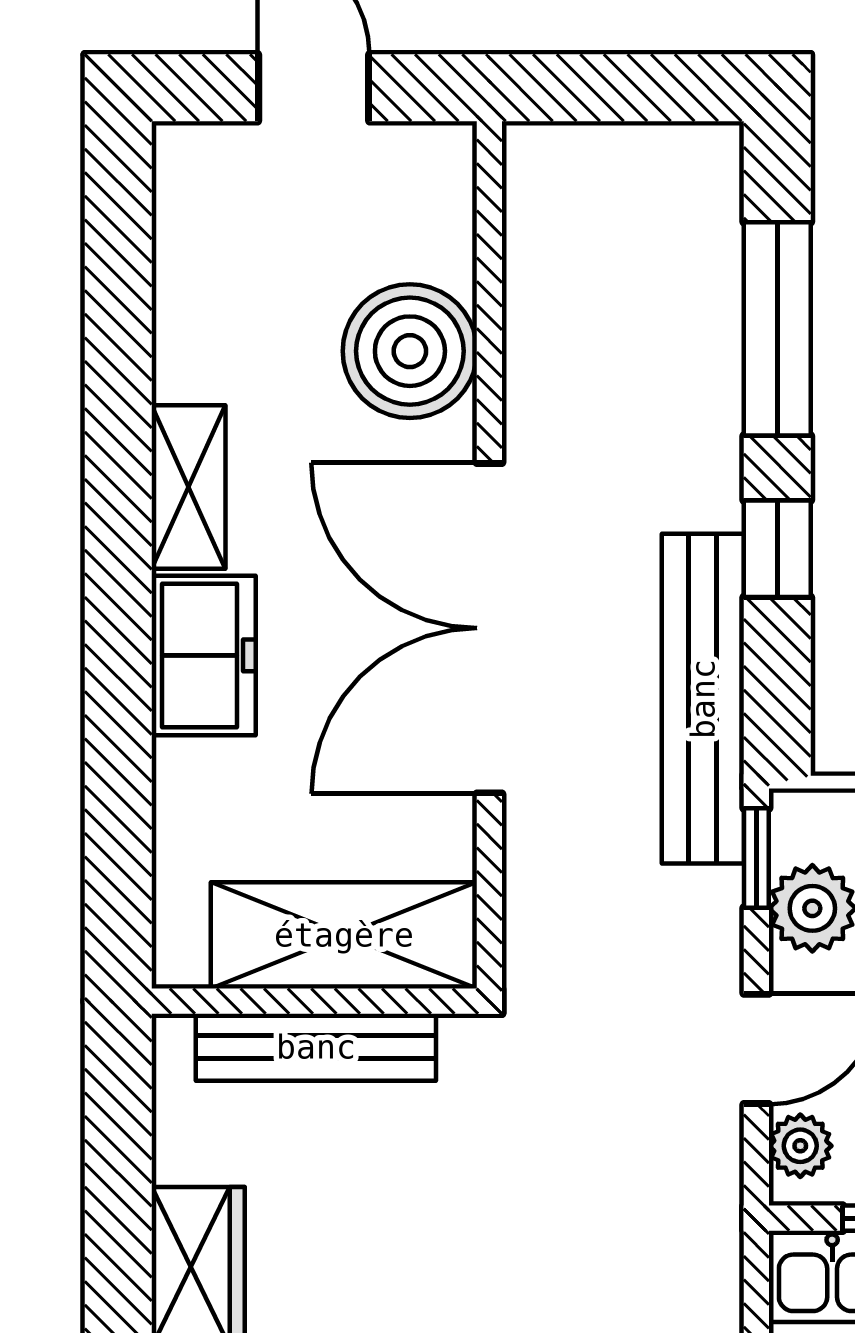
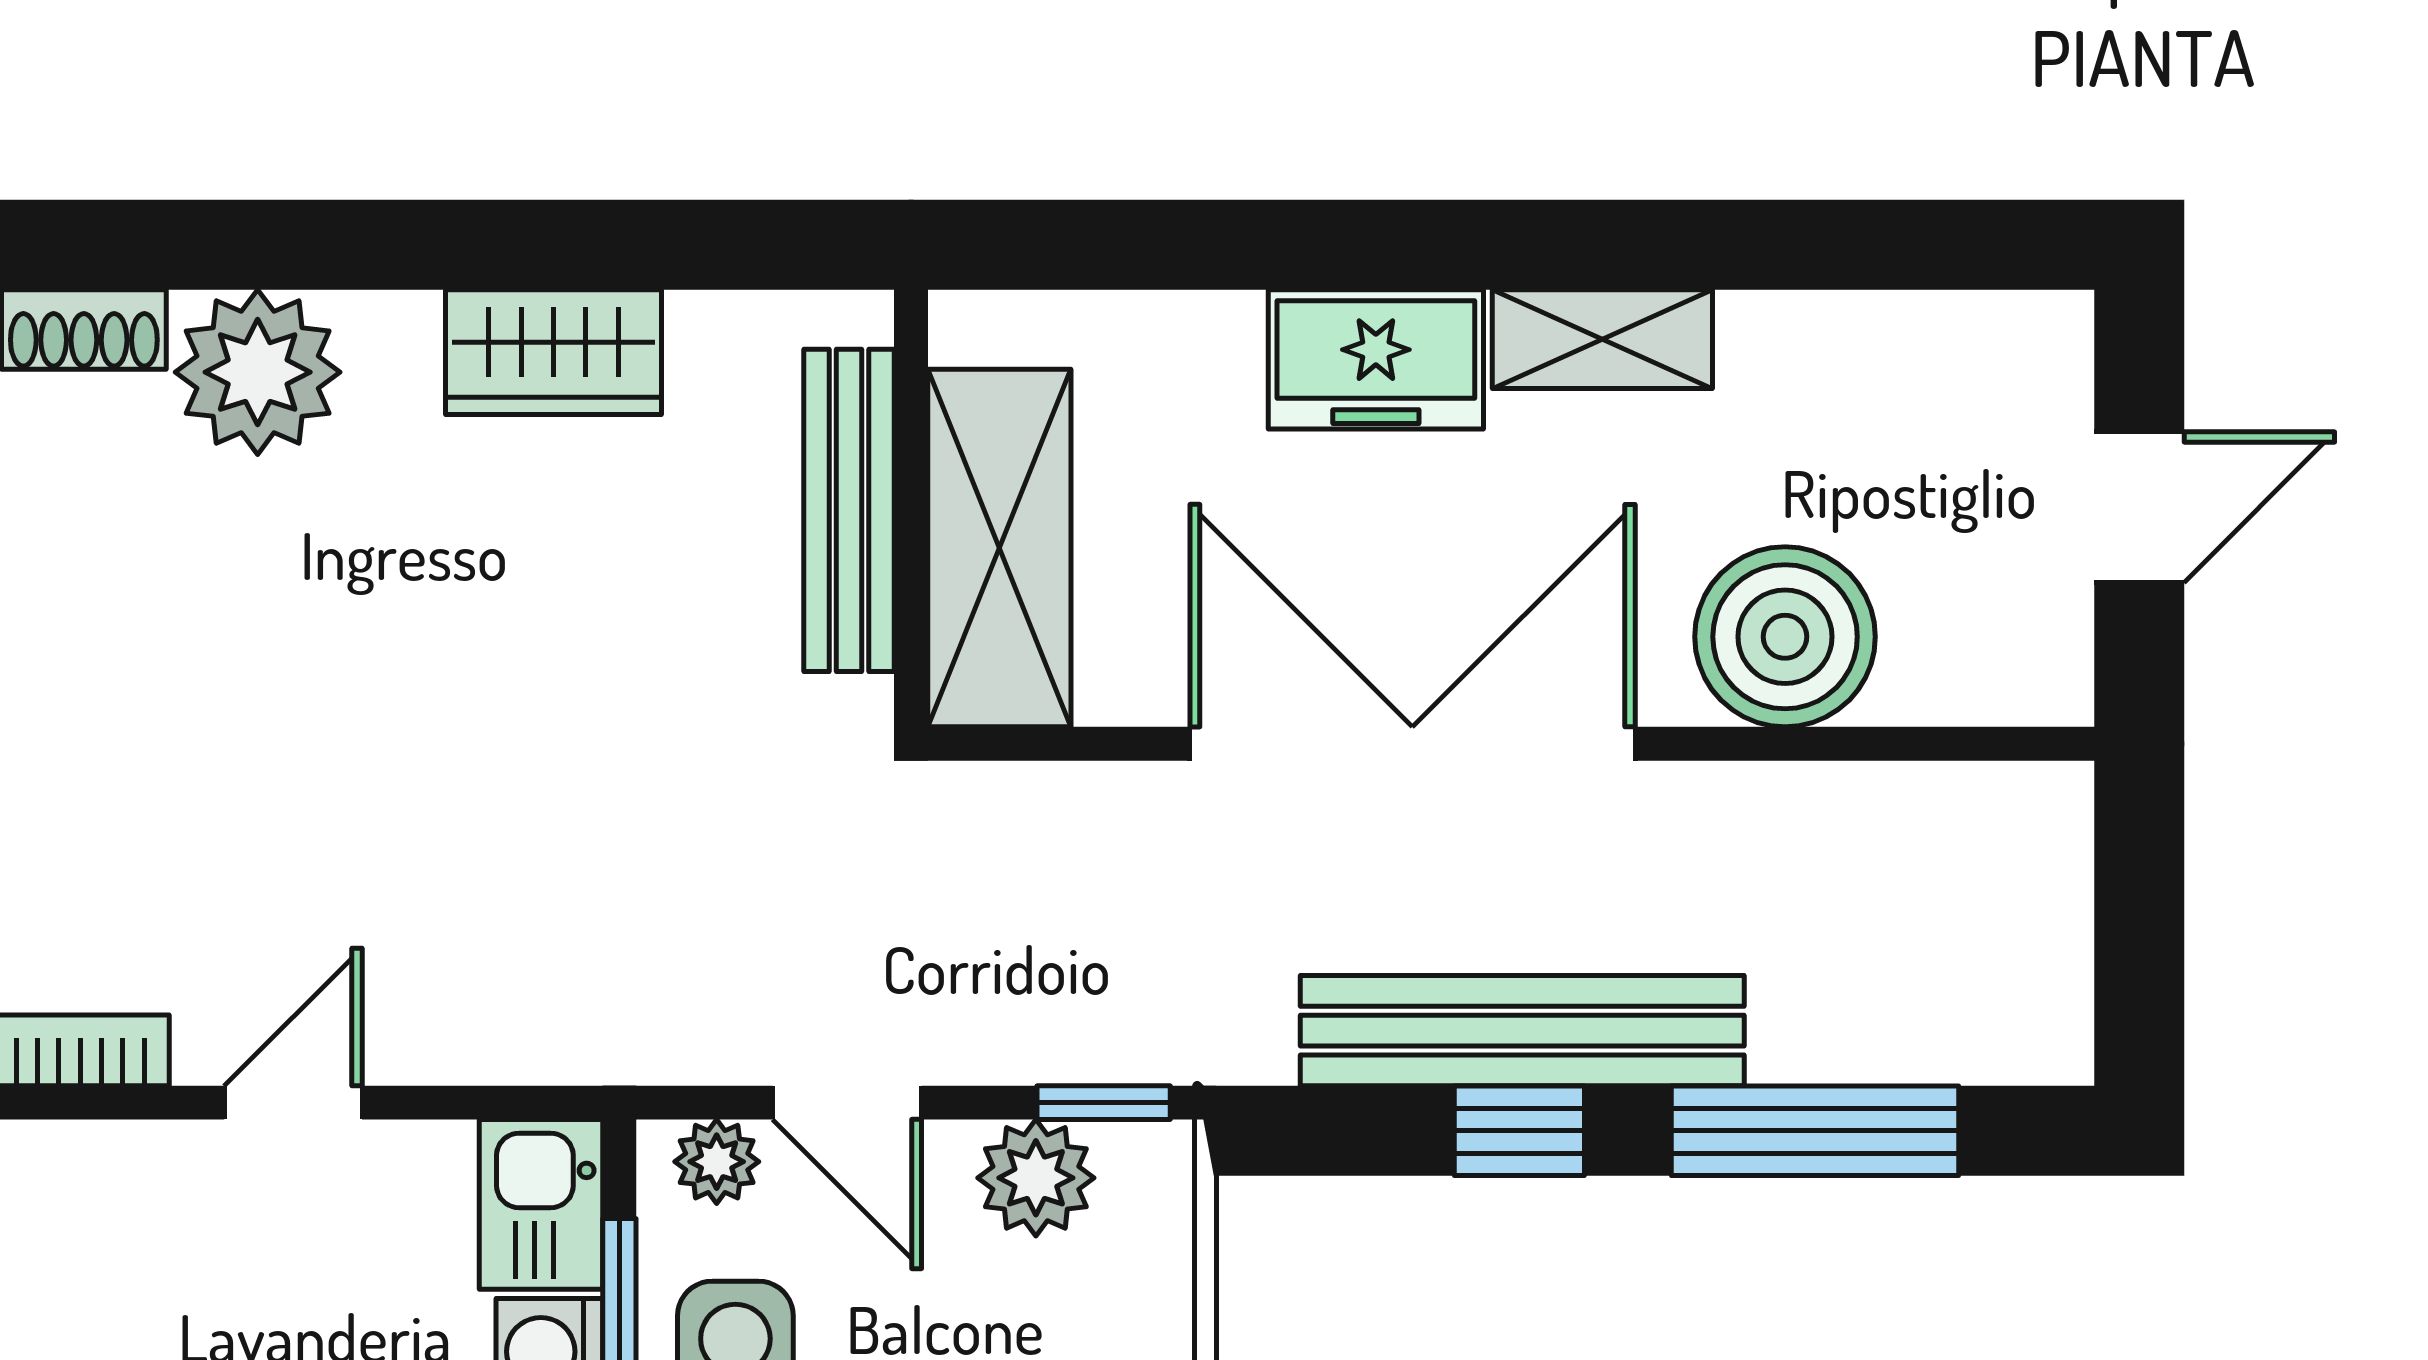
bench: (703, 699) -> (1522, 1031), moved

